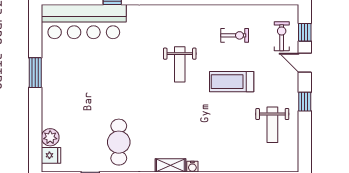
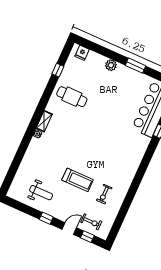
weight bench: (180, 64) -> (102, 154), removed
treadmill: (232, 82) -> (78, 180), turned 90
weight bench: (272, 125) -> (41, 193), turned 180
plant: (50, 137) -> (111, 65), moved

